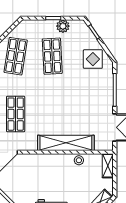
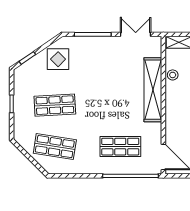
plant: (63, 26) -> (21, 93), removed

